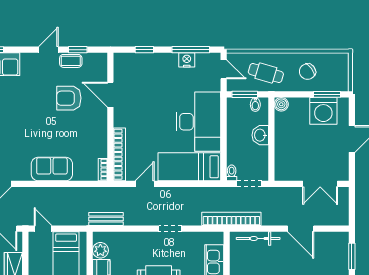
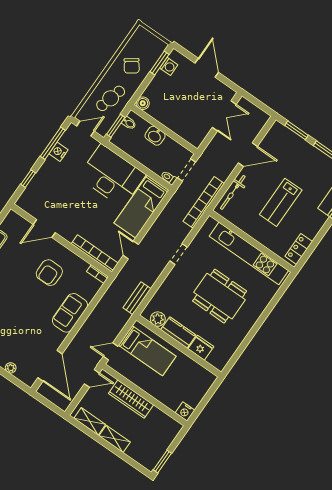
armchair: (69, 98) -> (49, 273), moved
washing machine: (323, 111) -> (169, 66), width x0.53, depth x0.53

